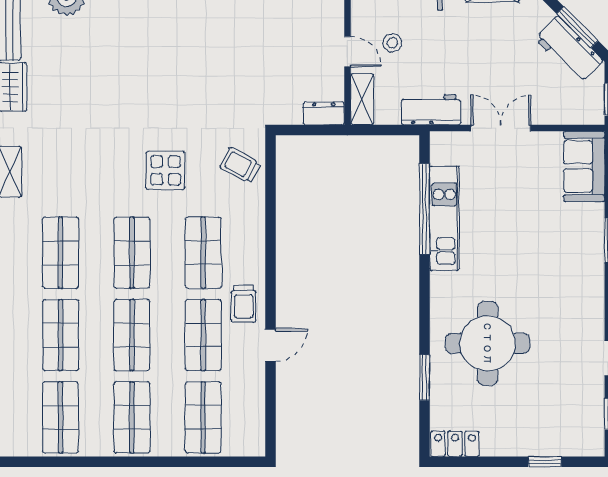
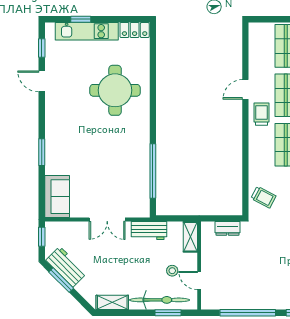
door: (347, 52) -> (199, 281), moved
dresser: (324, 113) -> (228, 228), moved
kitchen unit: (444, 218) -> (87, 31), moved, turned -90
window: (425, 377) -> (153, 70), removed

